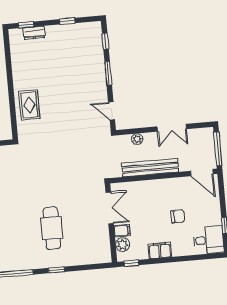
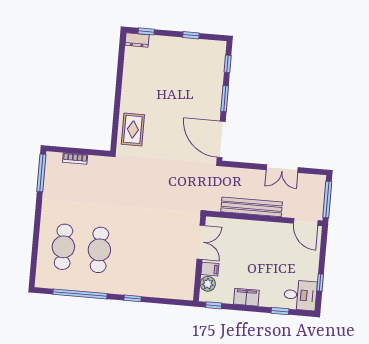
dresser: (34, 33) -> (137, 40), moved
rug: (29, 105) -> (133, 129), moved
door: (112, 111) -> (221, 139), width x1.88
plant: (137, 139) -> (243, 174), removed
chair: (178, 216) -> (272, 264), removed
cafe table: (52, 228) -> (99, 250), moved
window: (193, 258) -> (280, 311), added

